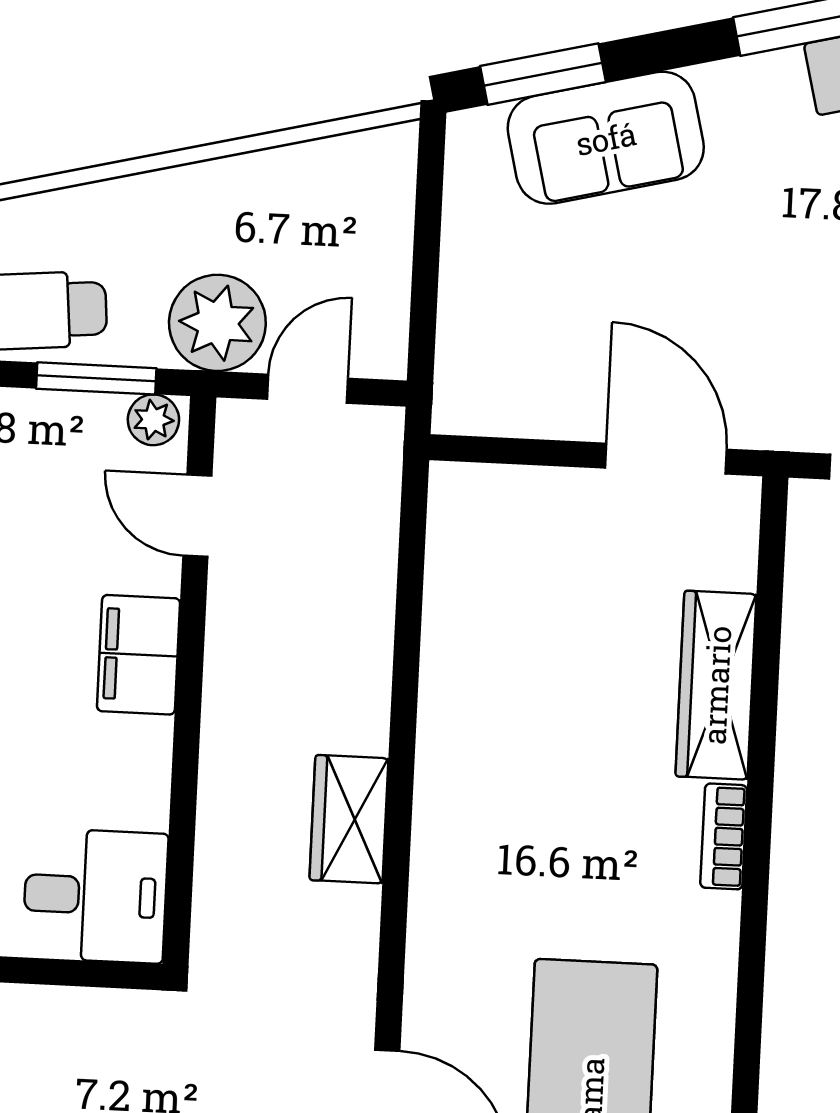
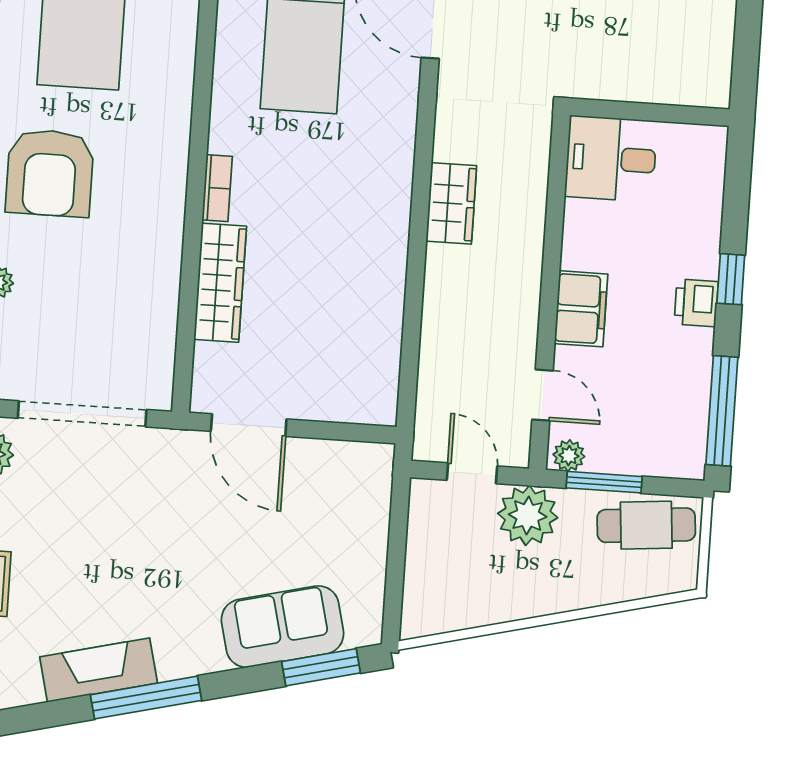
door: (308, 389) -> (472, 473), swing flipped

